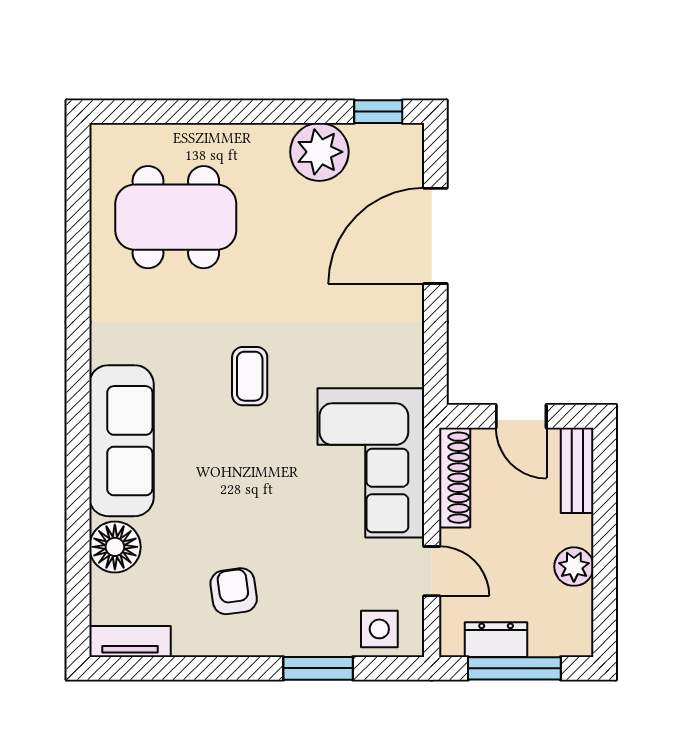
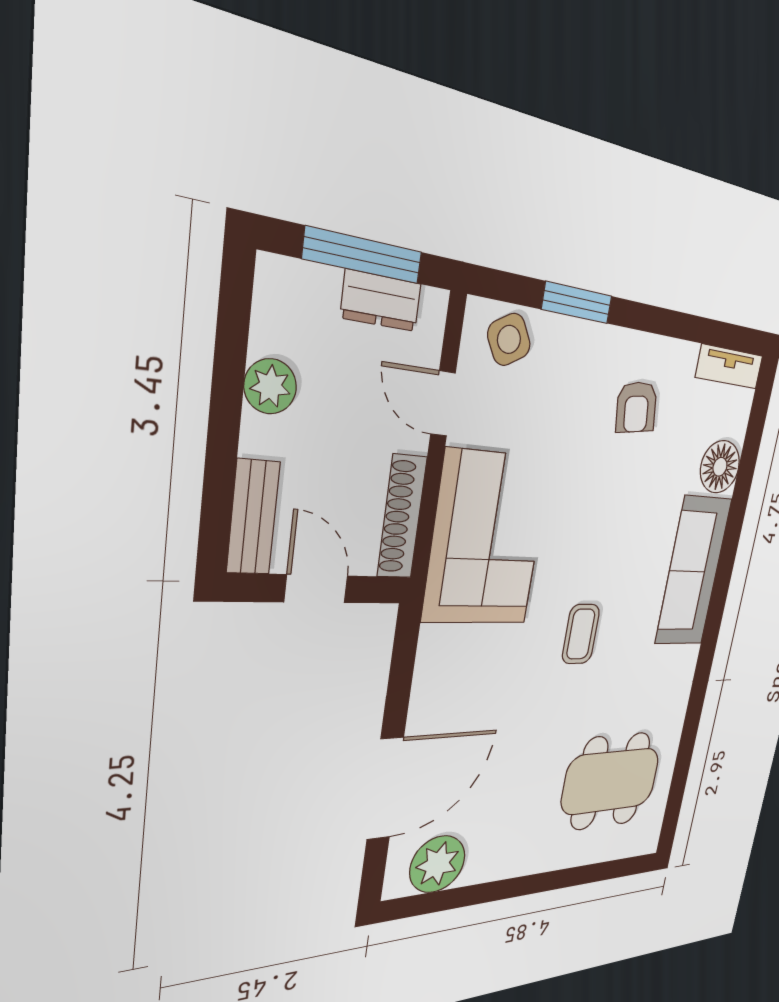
window: (378, 112) -> (423, 904), removed
plant: (319, 152) -> (438, 864), moved
side table: (379, 629) -> (509, 339), turned -30

